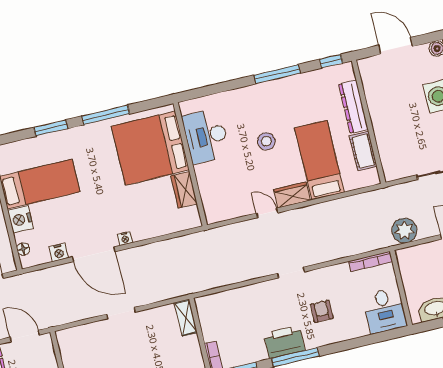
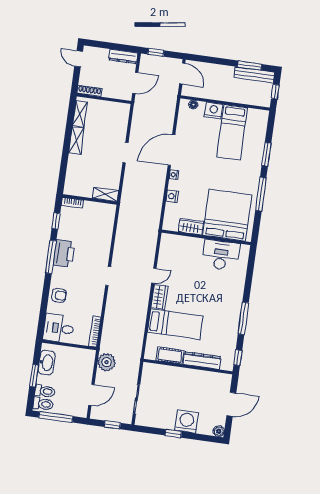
stool: (266, 141) -> (202, 294), removed
nightstand: (59, 252) -> (172, 196), moved
armchair: (322, 311) -> (59, 295), moved

